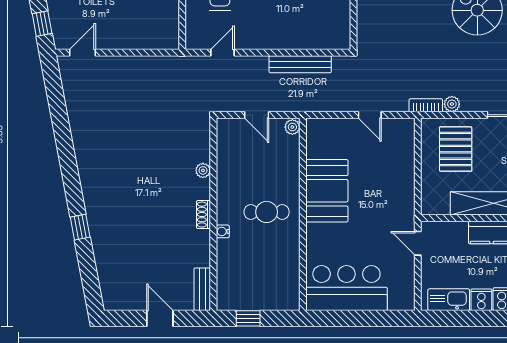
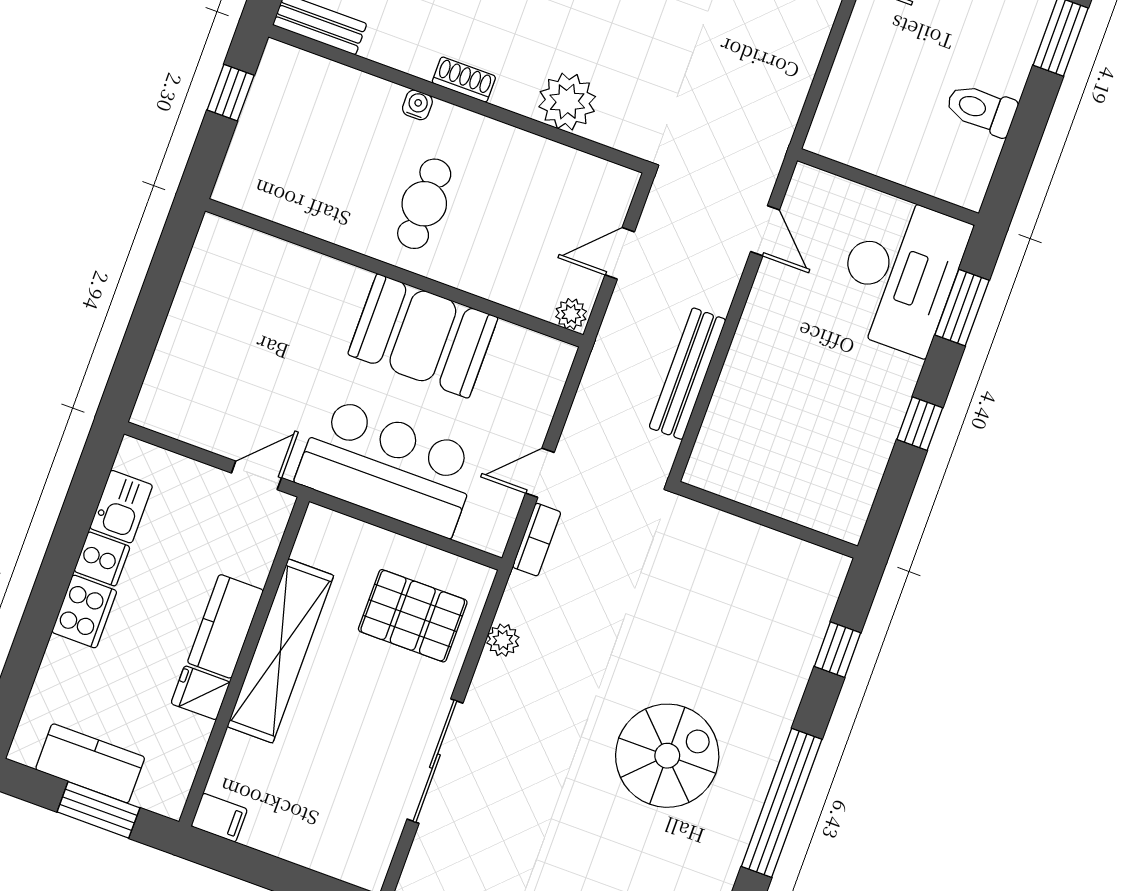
bookcase: (426, 105) -> (537, 540), moved
plant: (203, 170) -> (567, 102), width x1.88, depth x1.88
bar counter: (346, 288) -> (388, 467), moved, turned -90
kitchen sink: (449, 300) -> (121, 507), width x0.73

